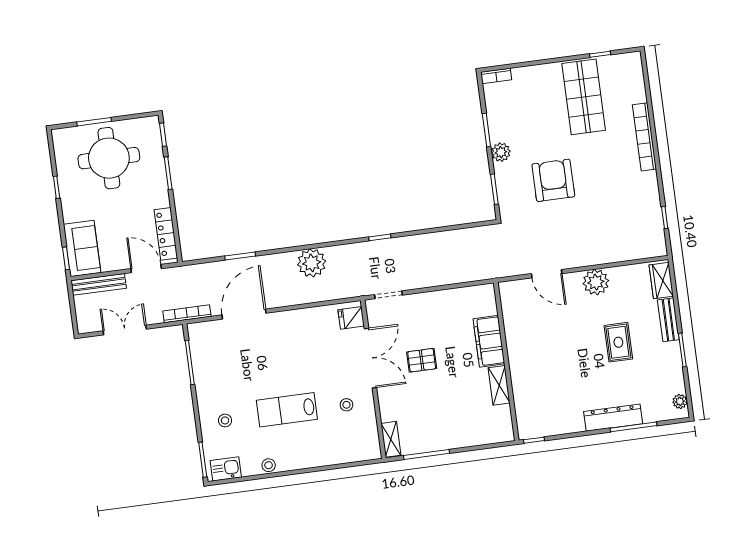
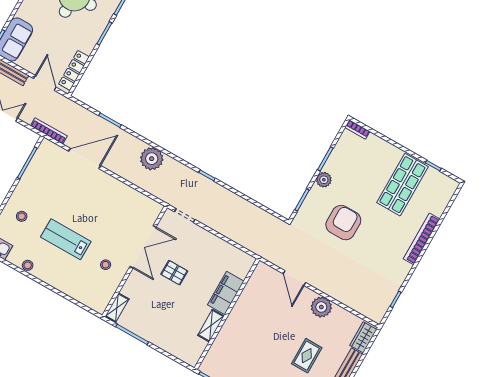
fridge: (351, 318) -> (150, 212), removed

